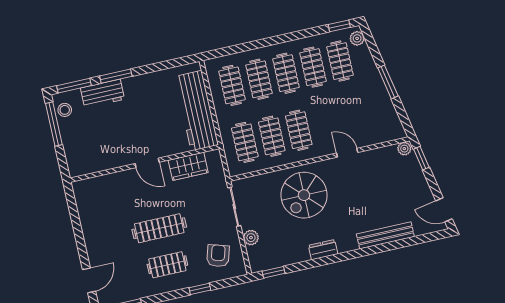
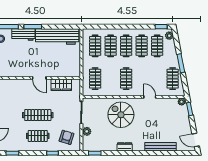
workbench: (196, 111) -> (57, 36), moved, turned -90
clothes rail: (272, 136) -> (173, 79), moved
spiral stairs: (304, 195) -> (121, 115), turned 90

